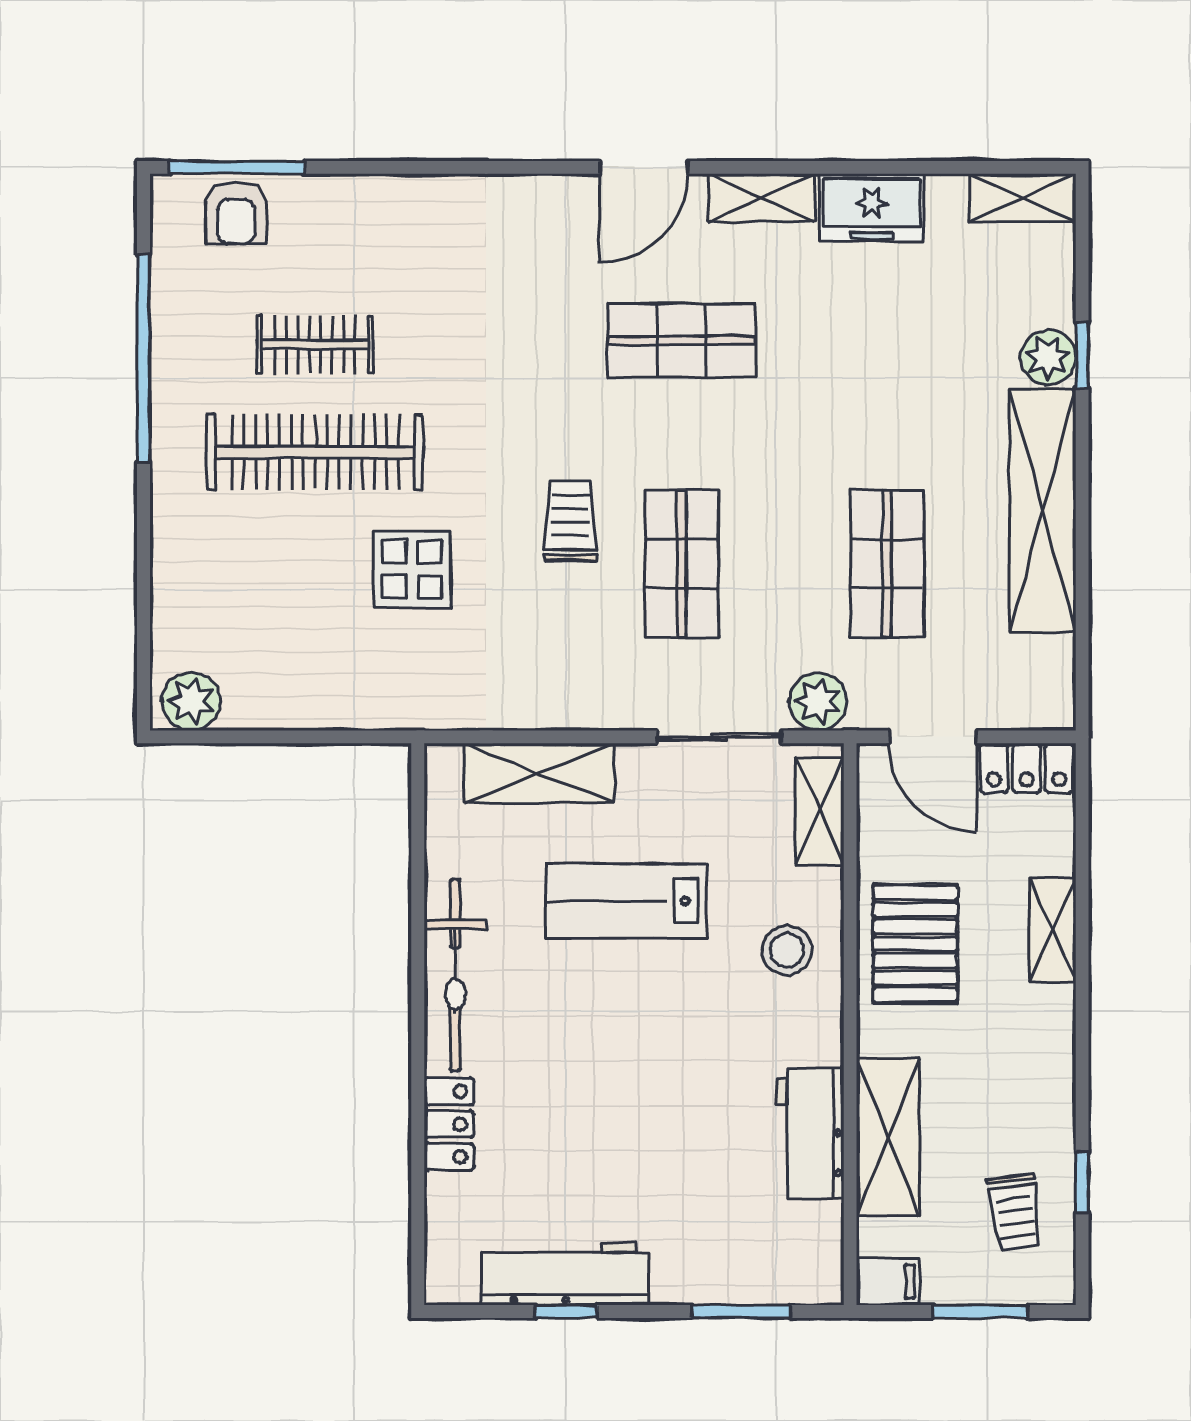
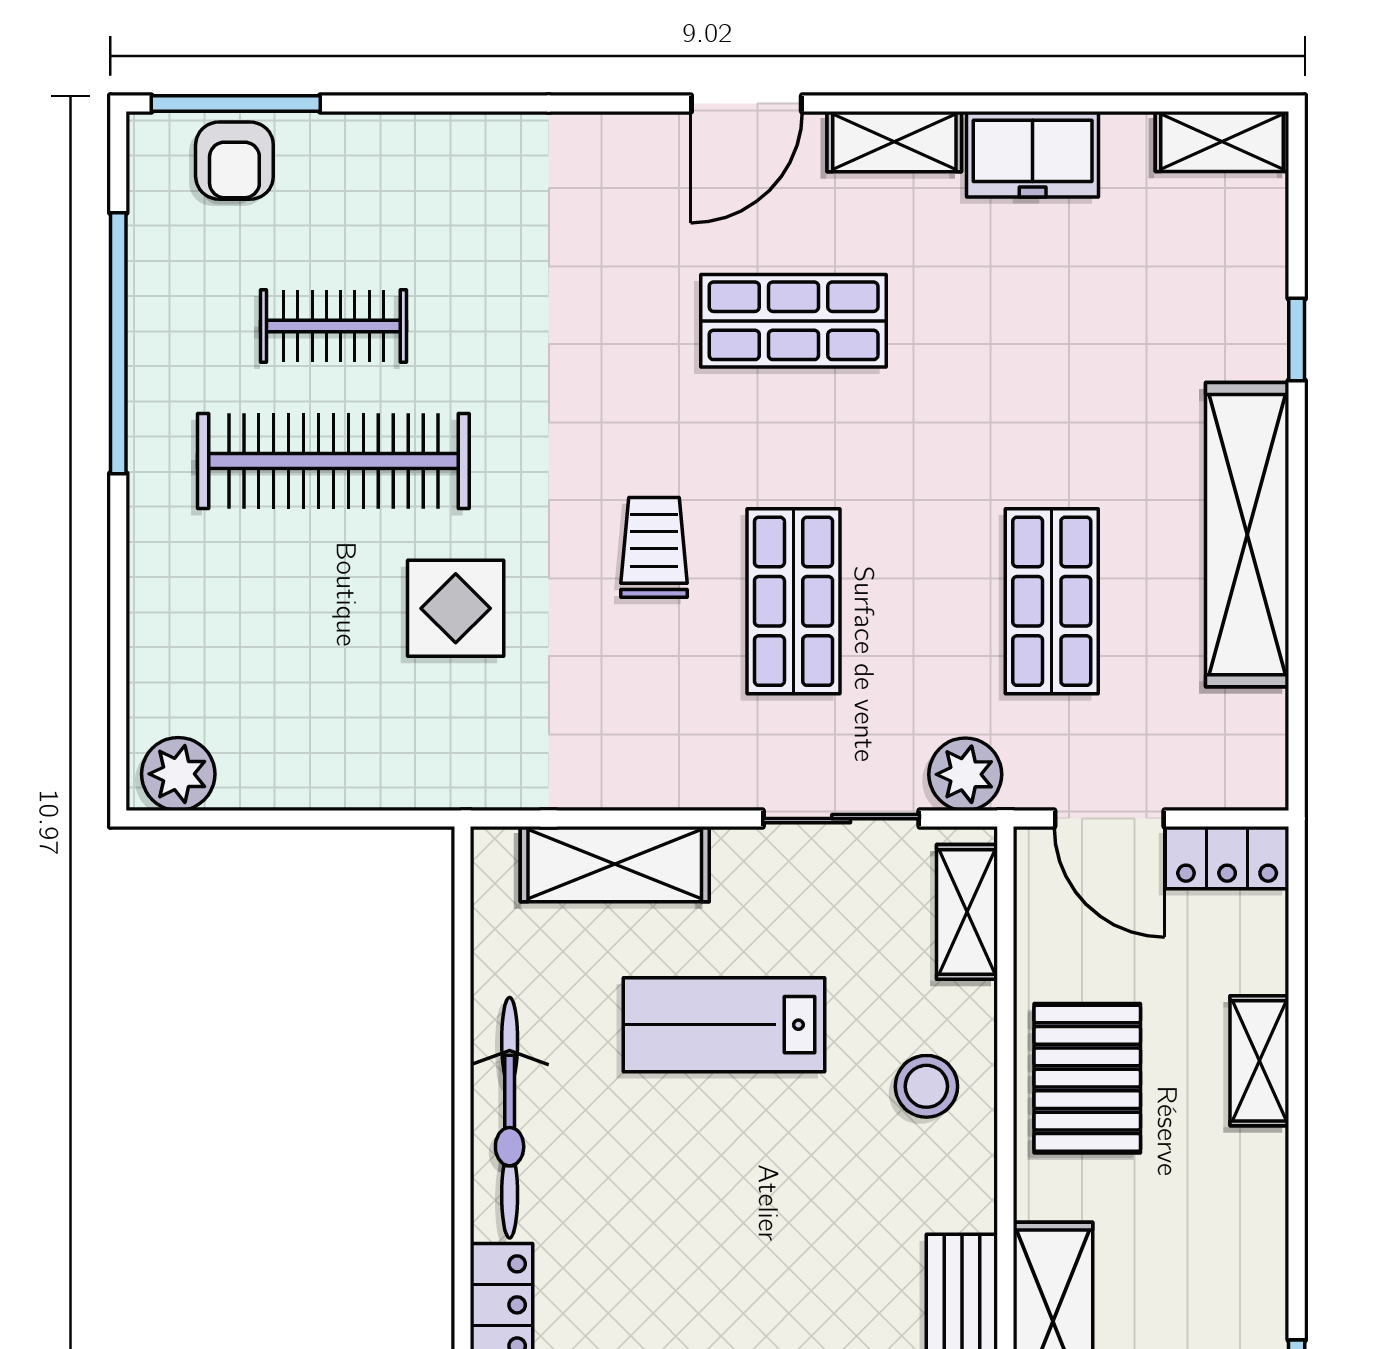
plant: (1048, 358) -> (1254, 342), removed

